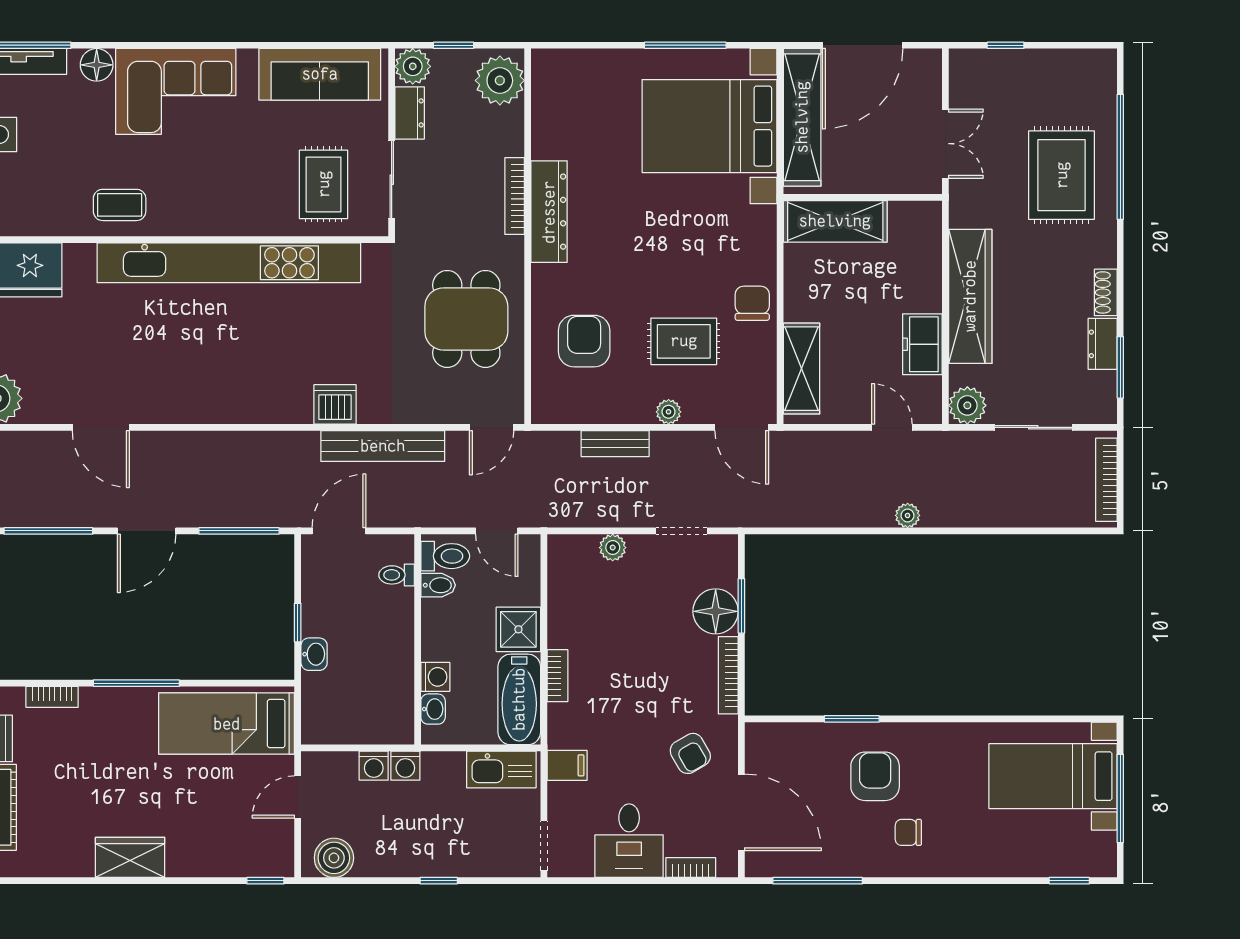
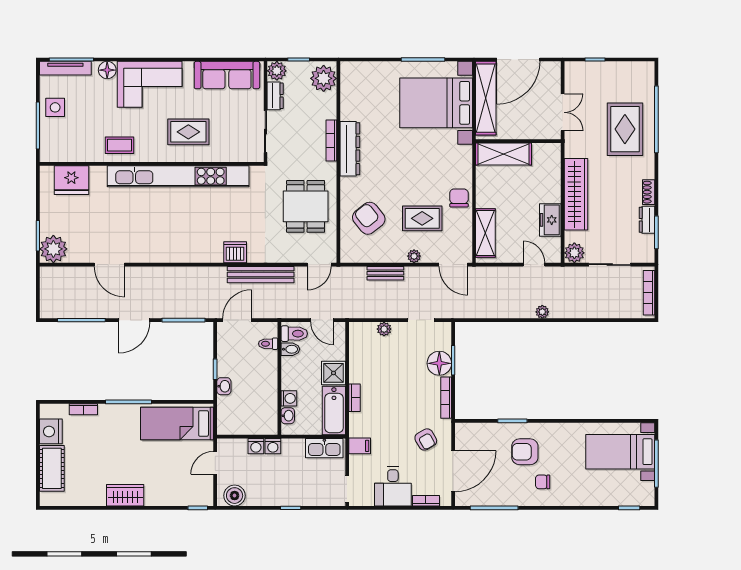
rug: (324, 184) -> (188, 132), moved, turned 90
armchair: (584, 341) -> (369, 218), turned -39
armchair: (875, 776) -> (525, 452), turned -90
door: (741, 812) -> (453, 471), hinge flipped

